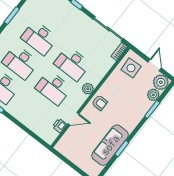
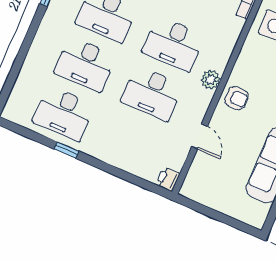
door: (74, 119) -> (200, 136), hinge flipped
printer: (60, 126) -> (168, 179), moved

